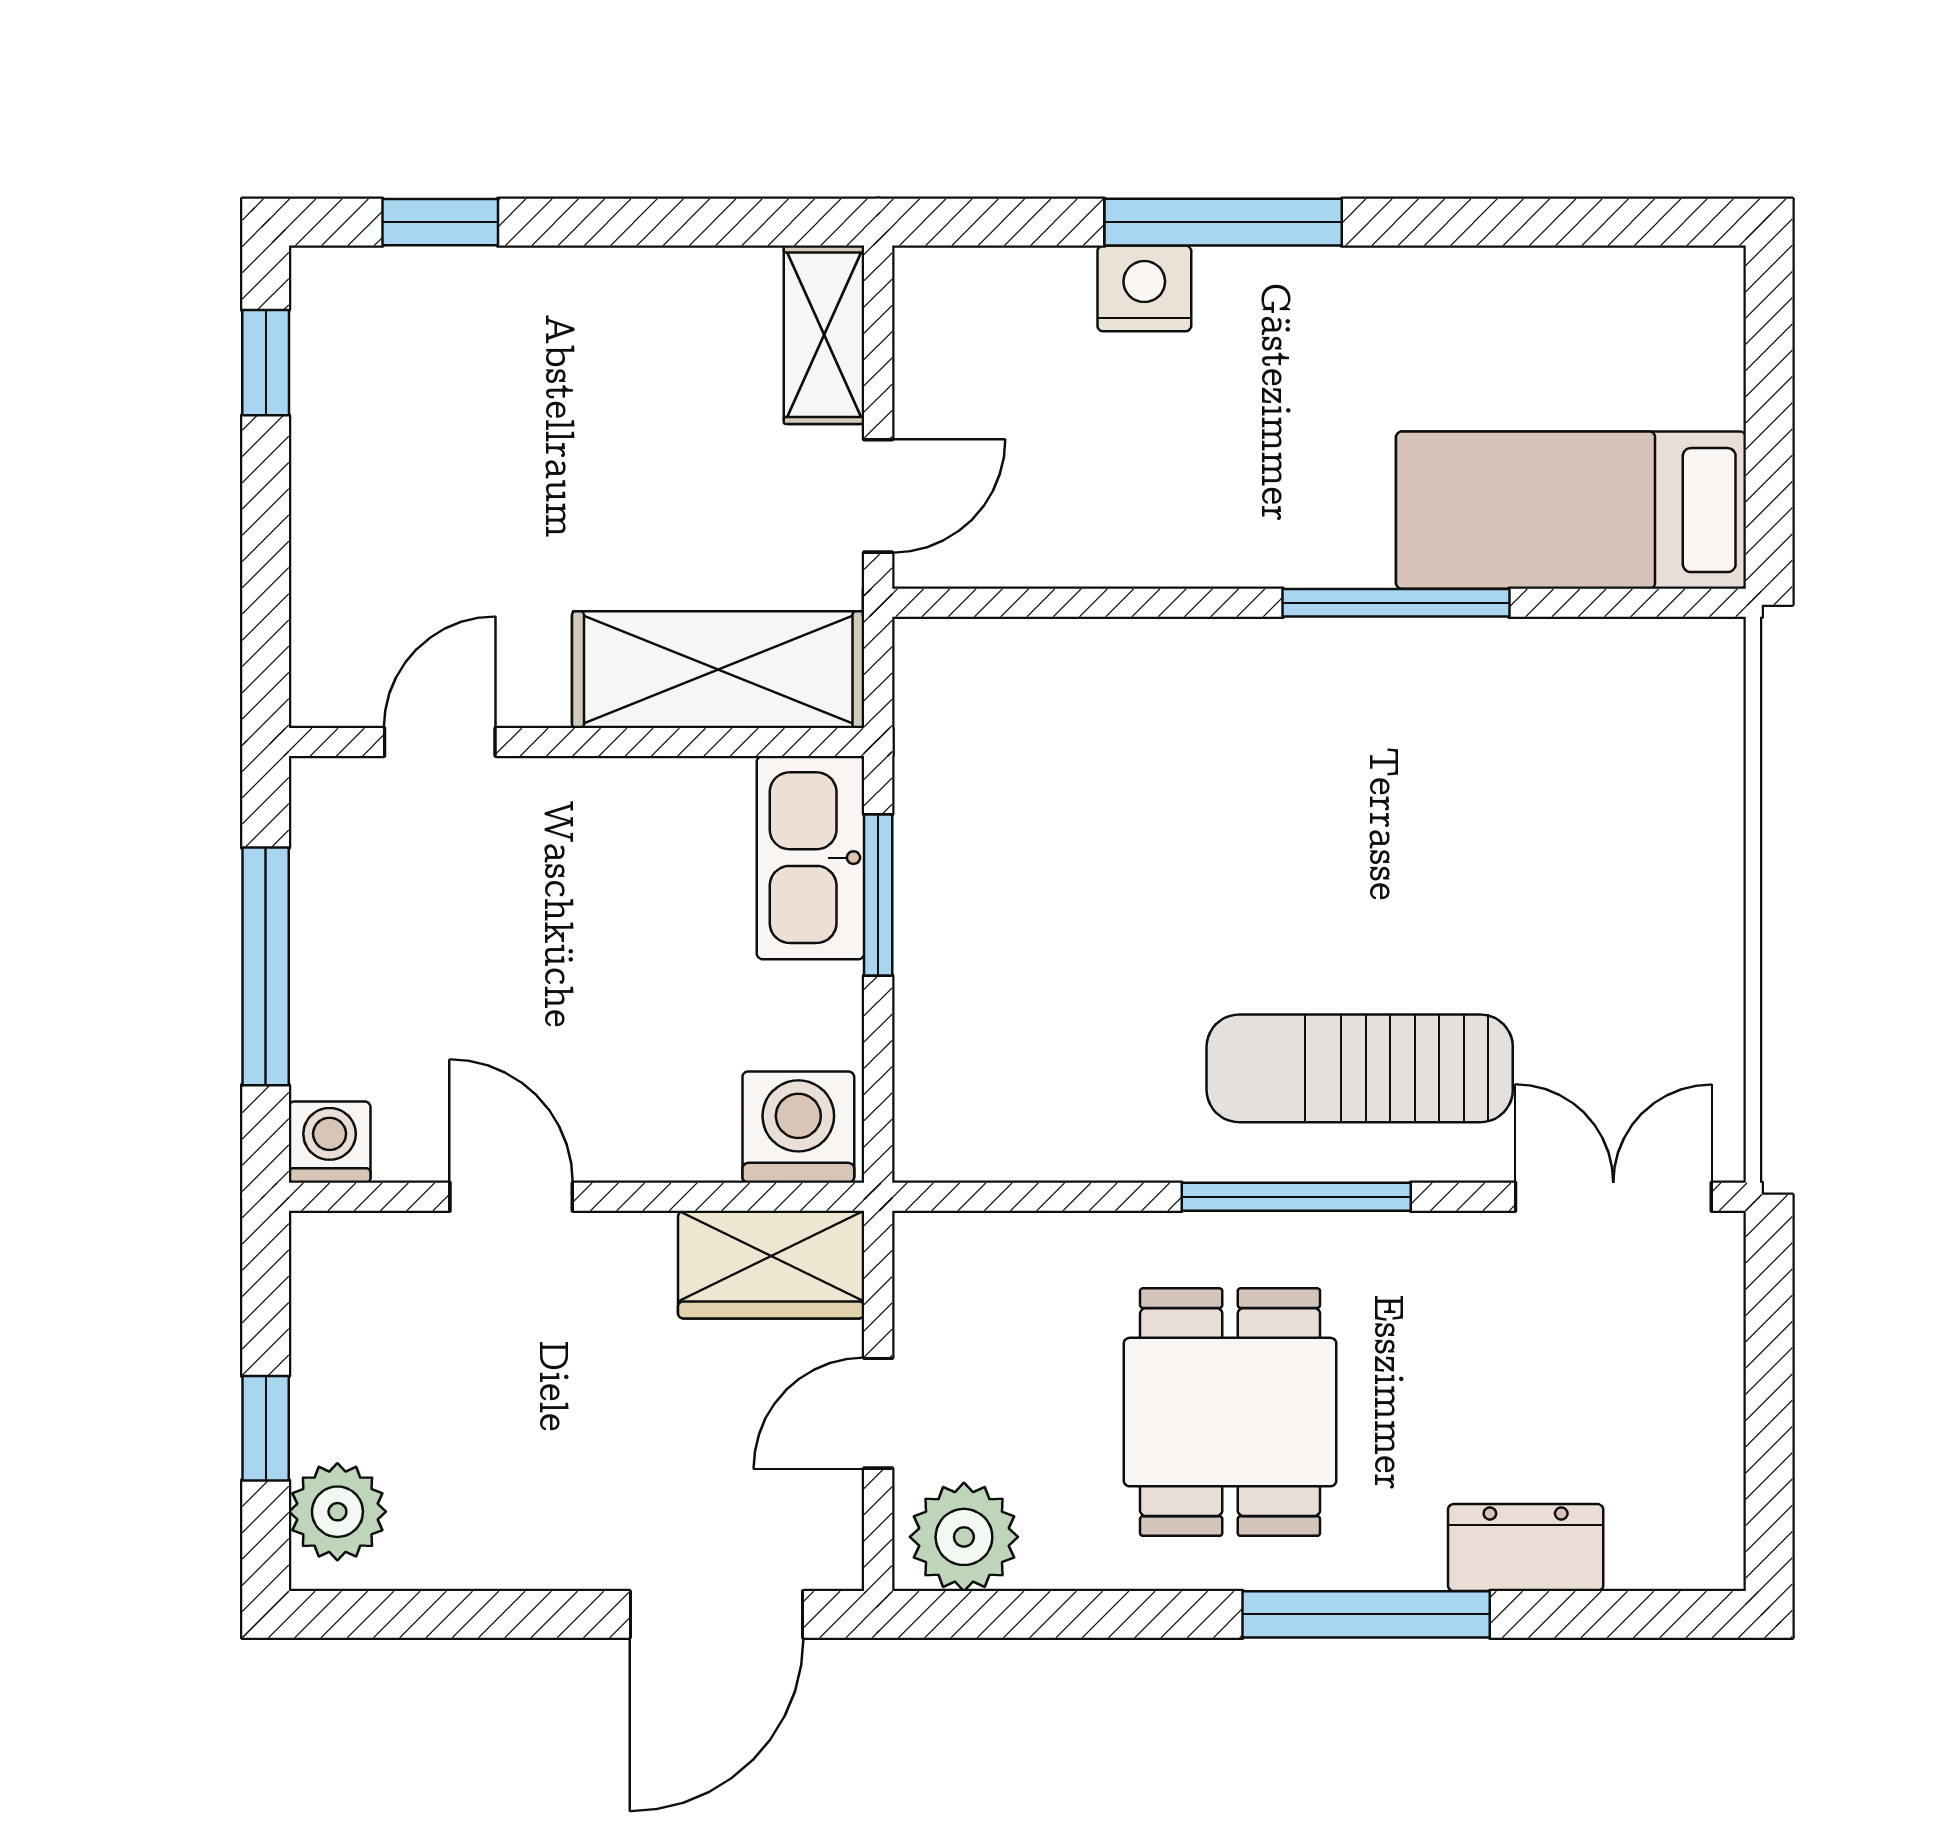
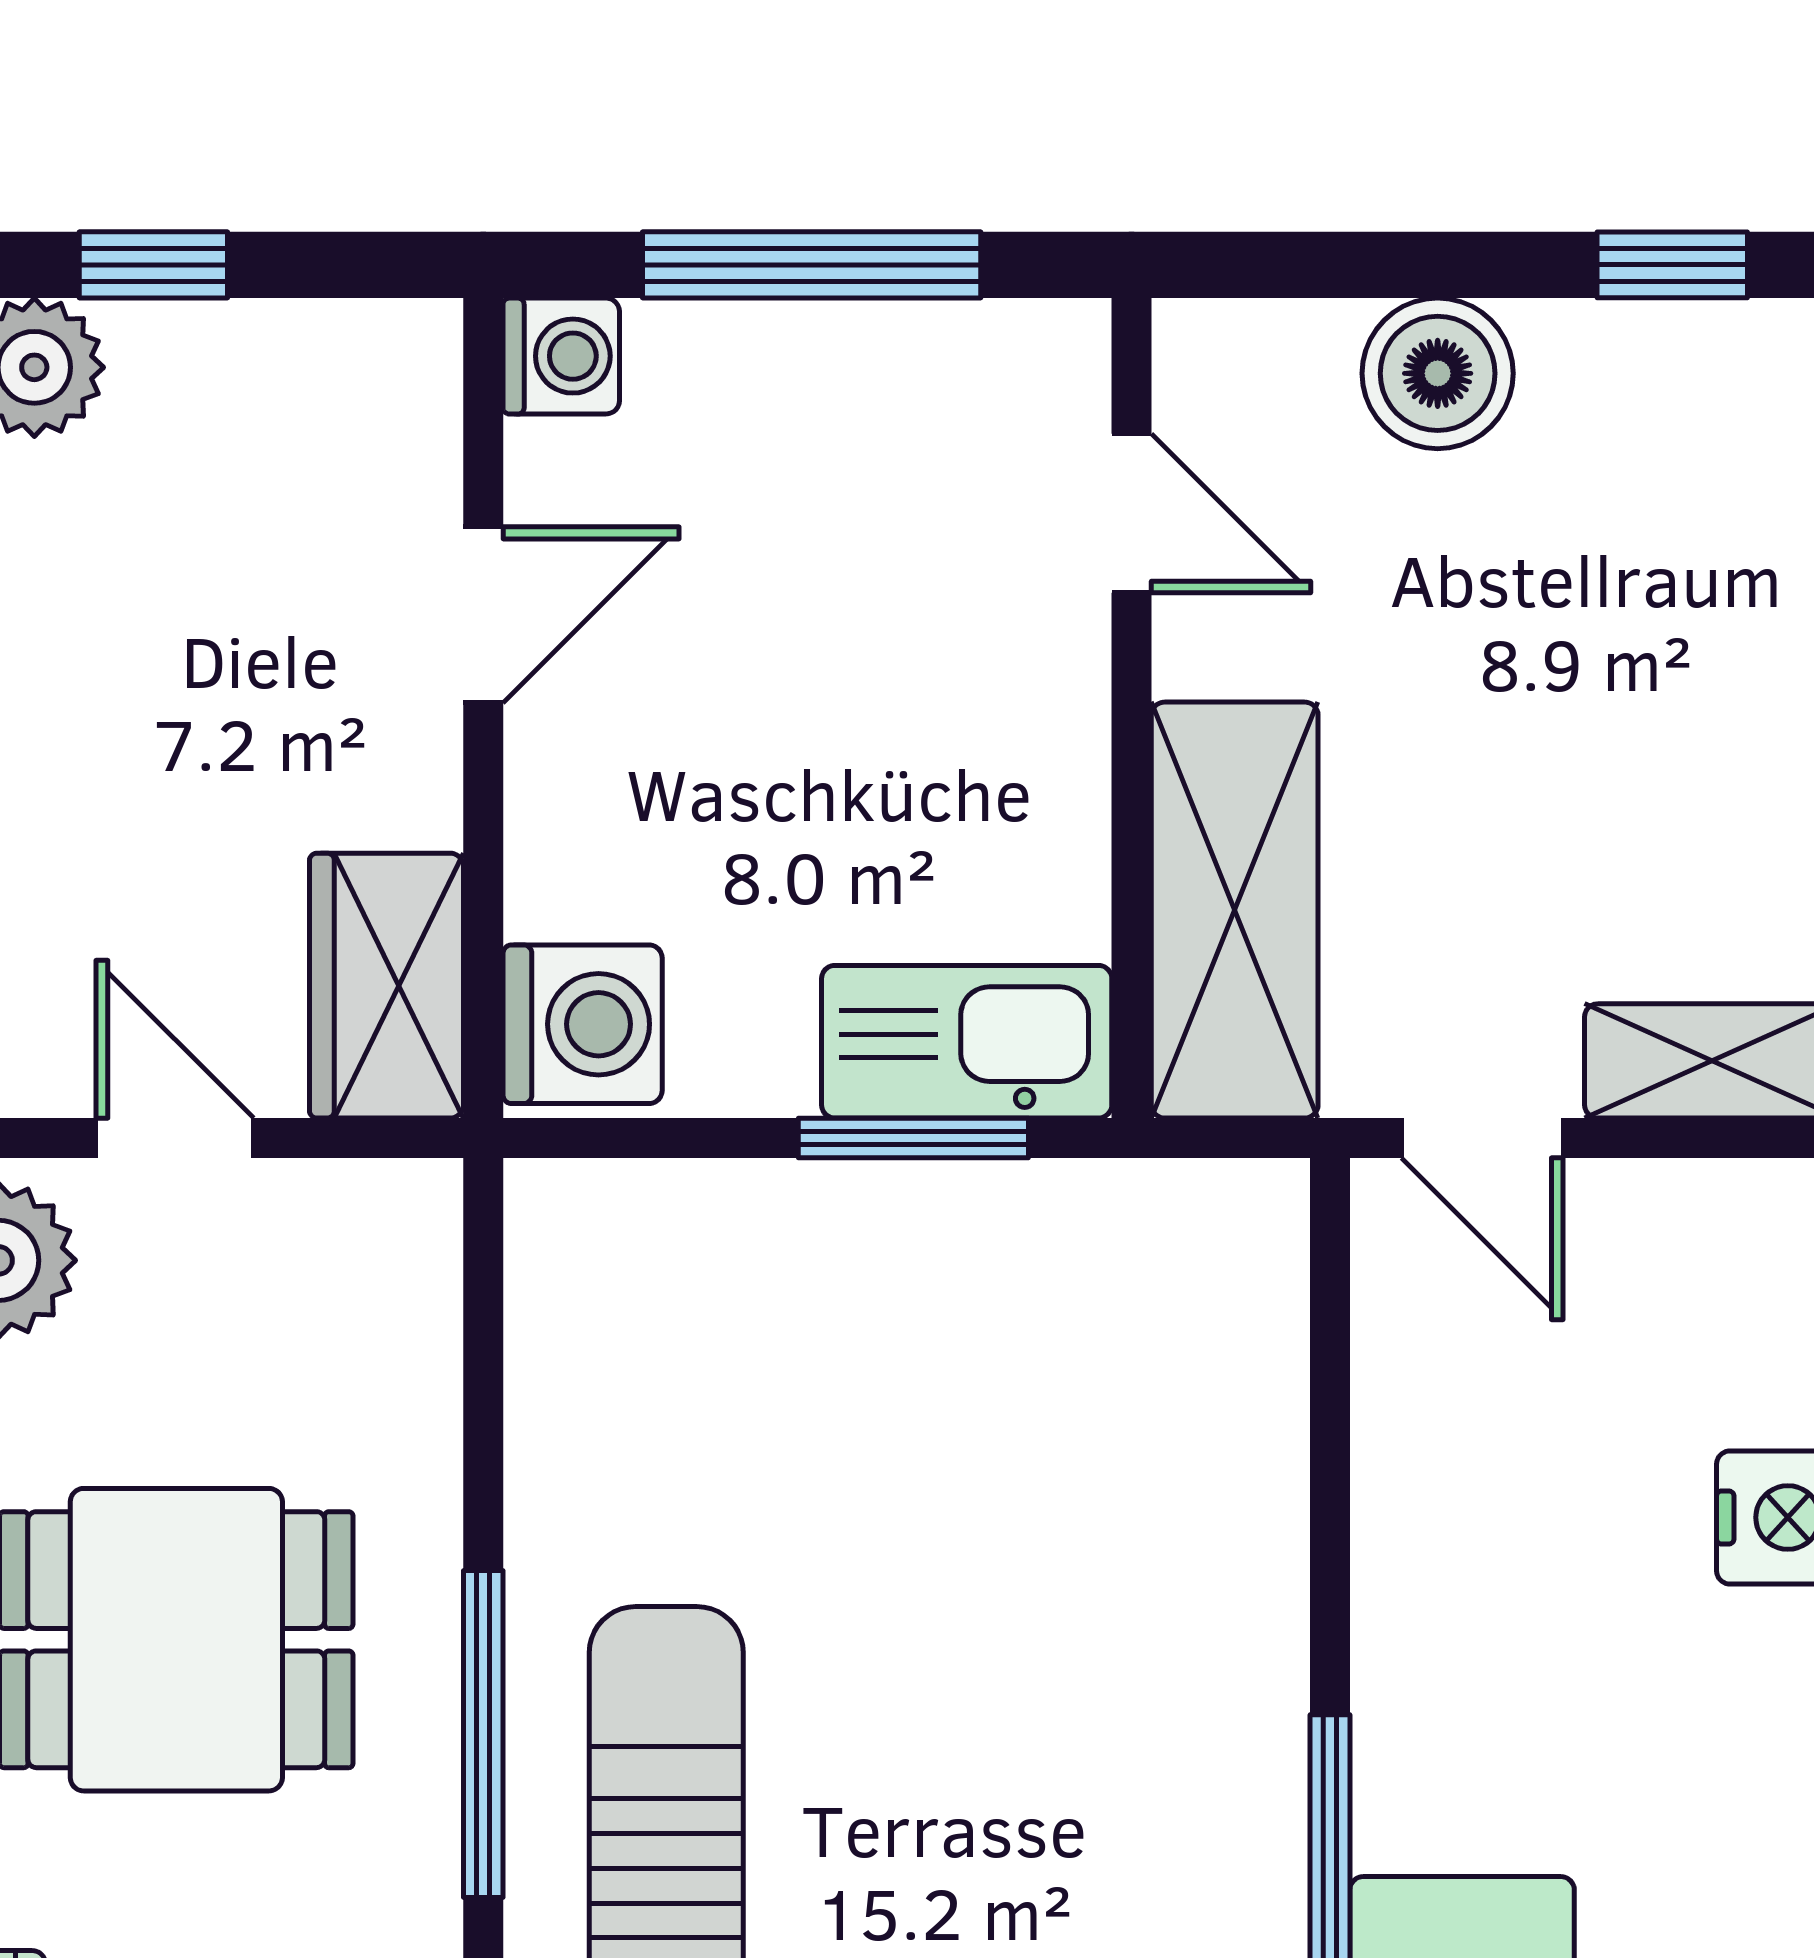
boiler: (342, 527) -> (1438, 373), added

